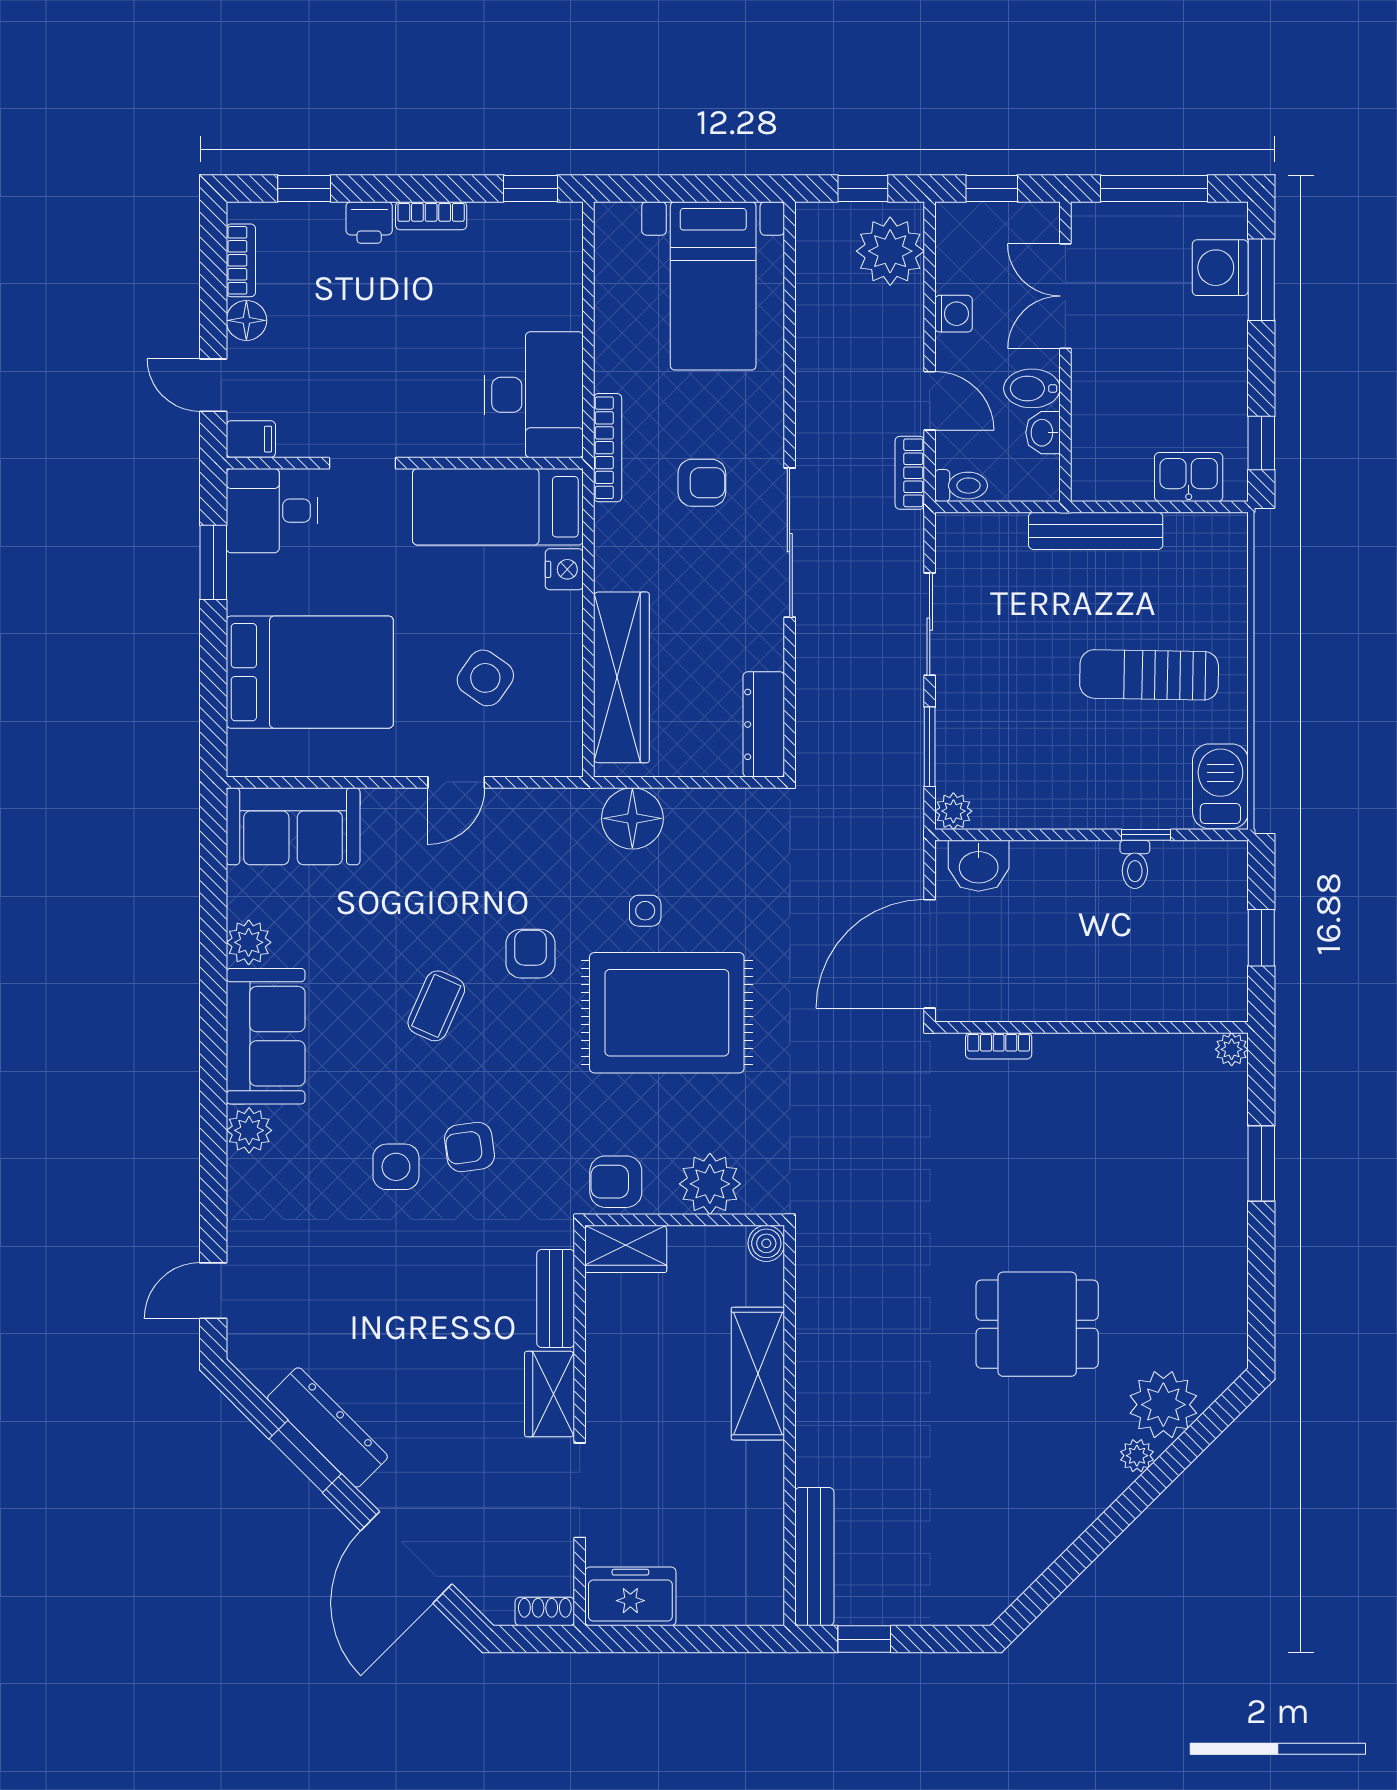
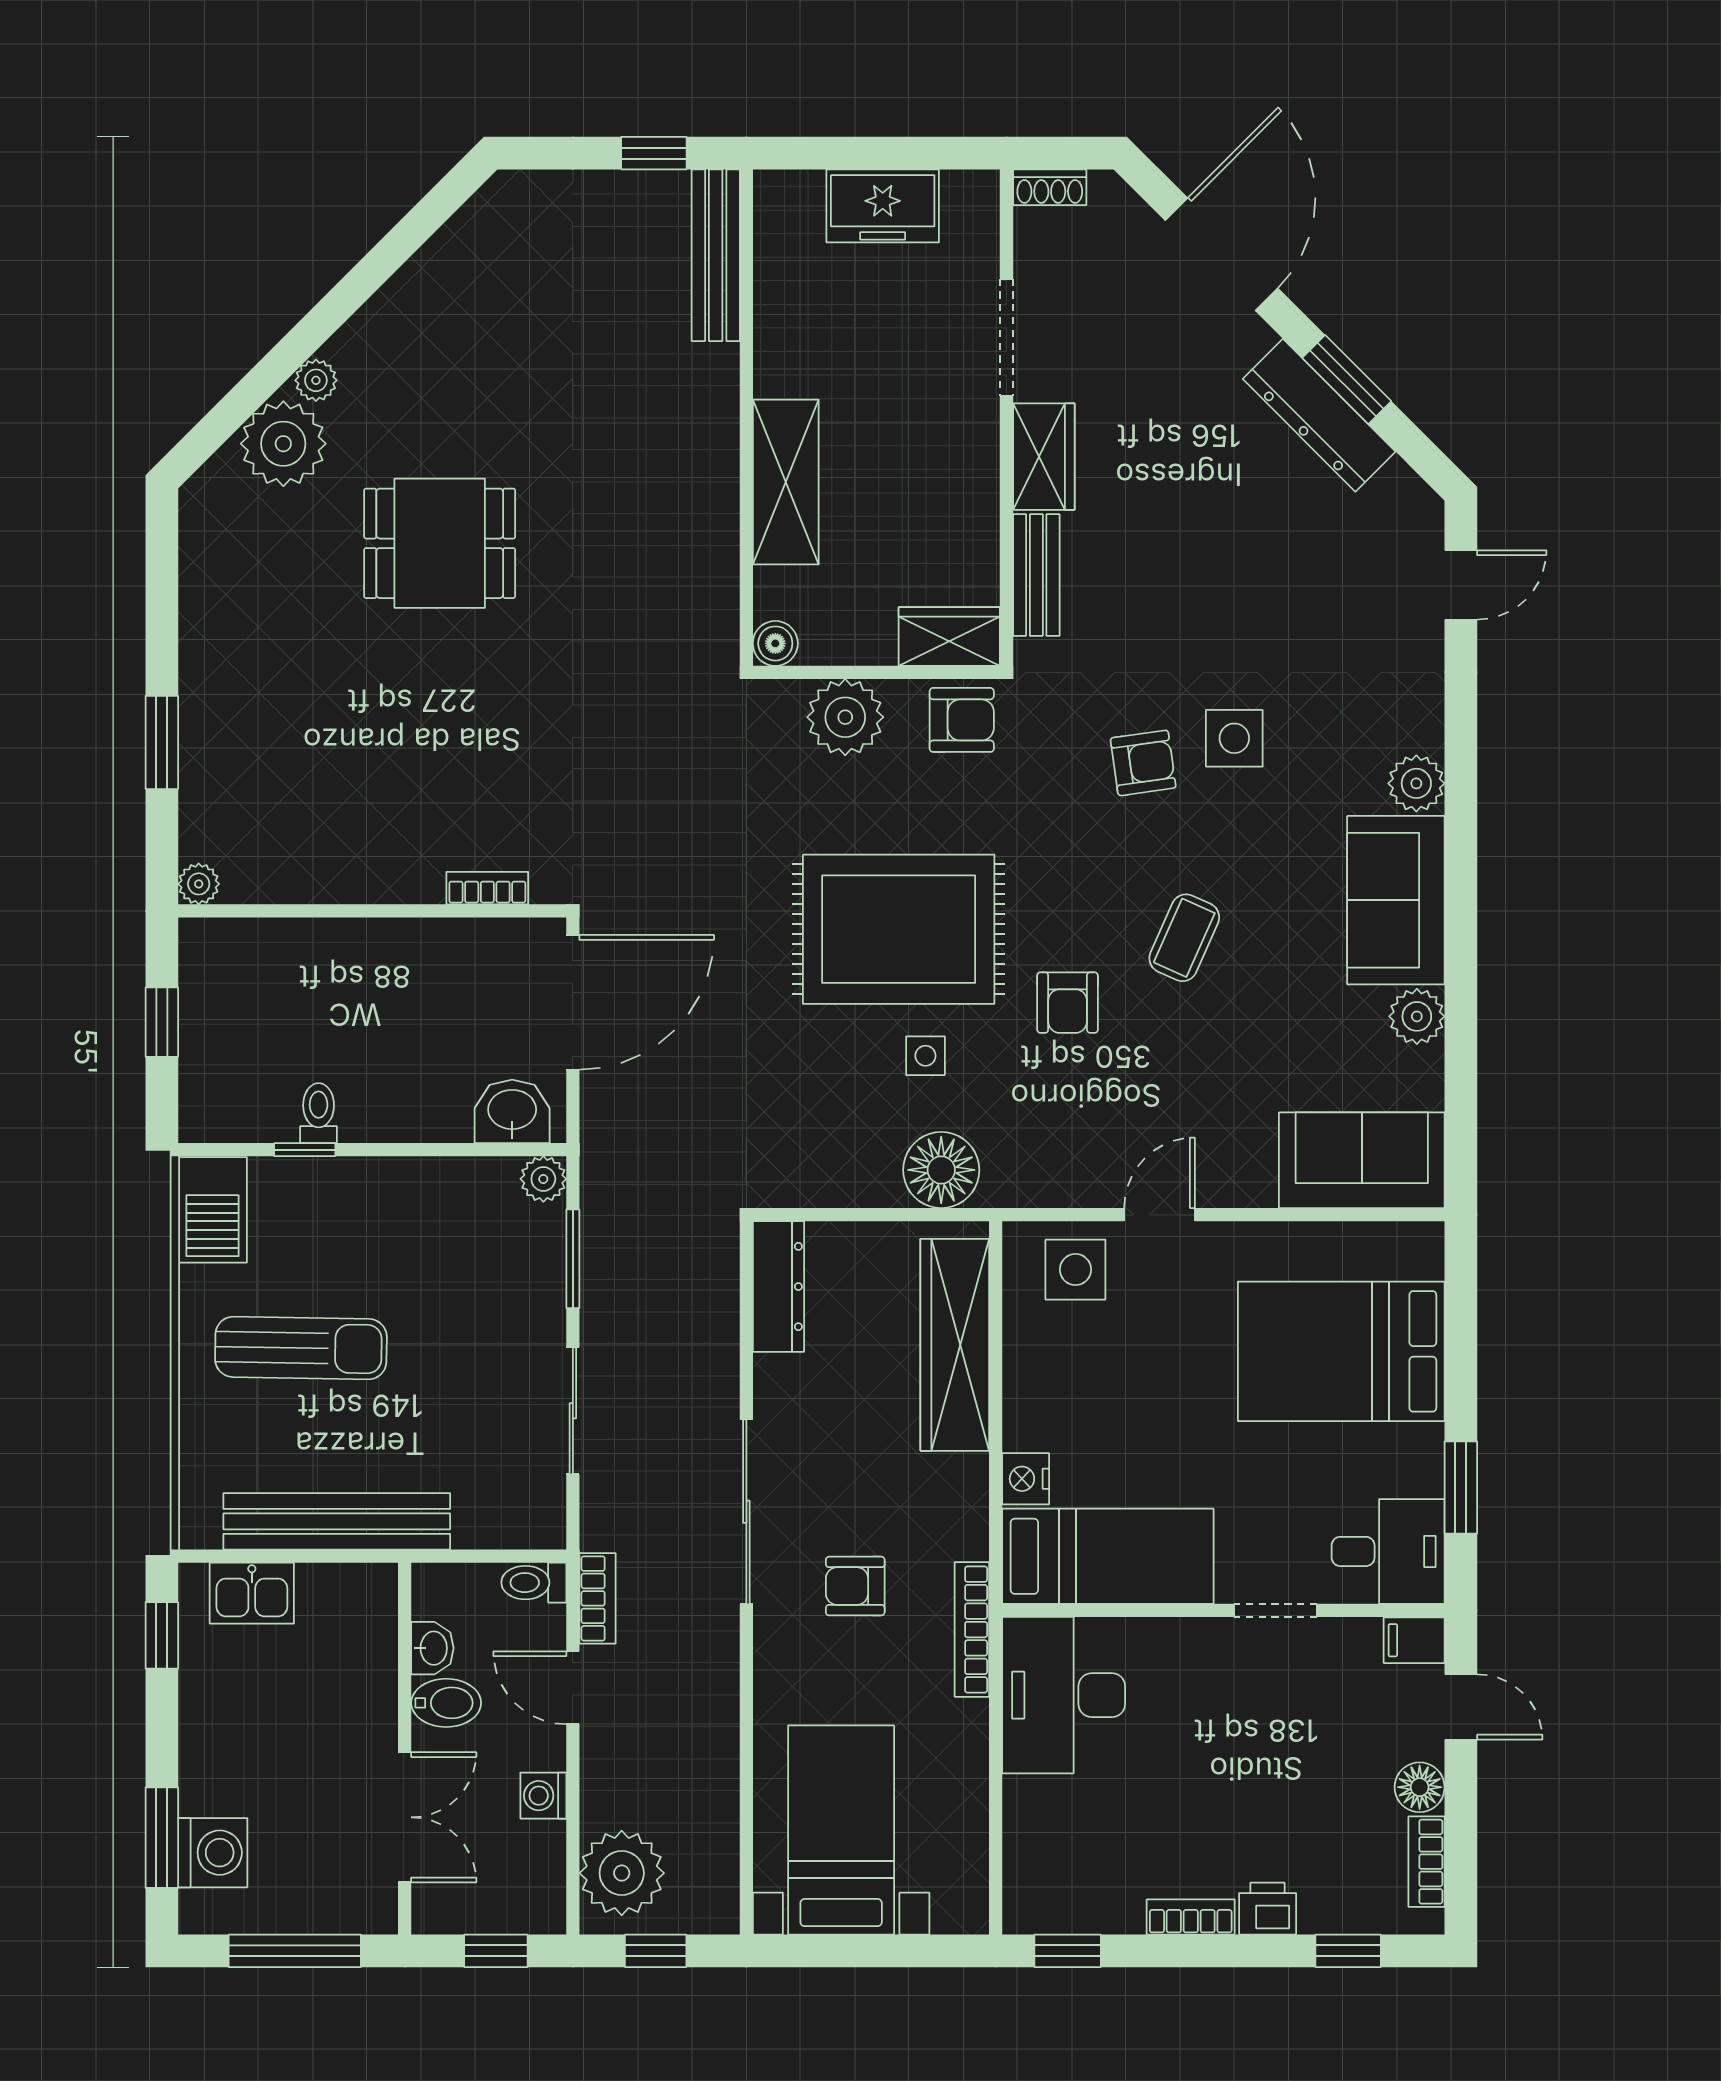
bench: (1096, 531) -> (337, 1521), width x1.37, depth x1.21
side table: (485, 678) -> (1075, 1270), moved, turned -35
freezer: (630, 1596) -> (883, 206), moved

